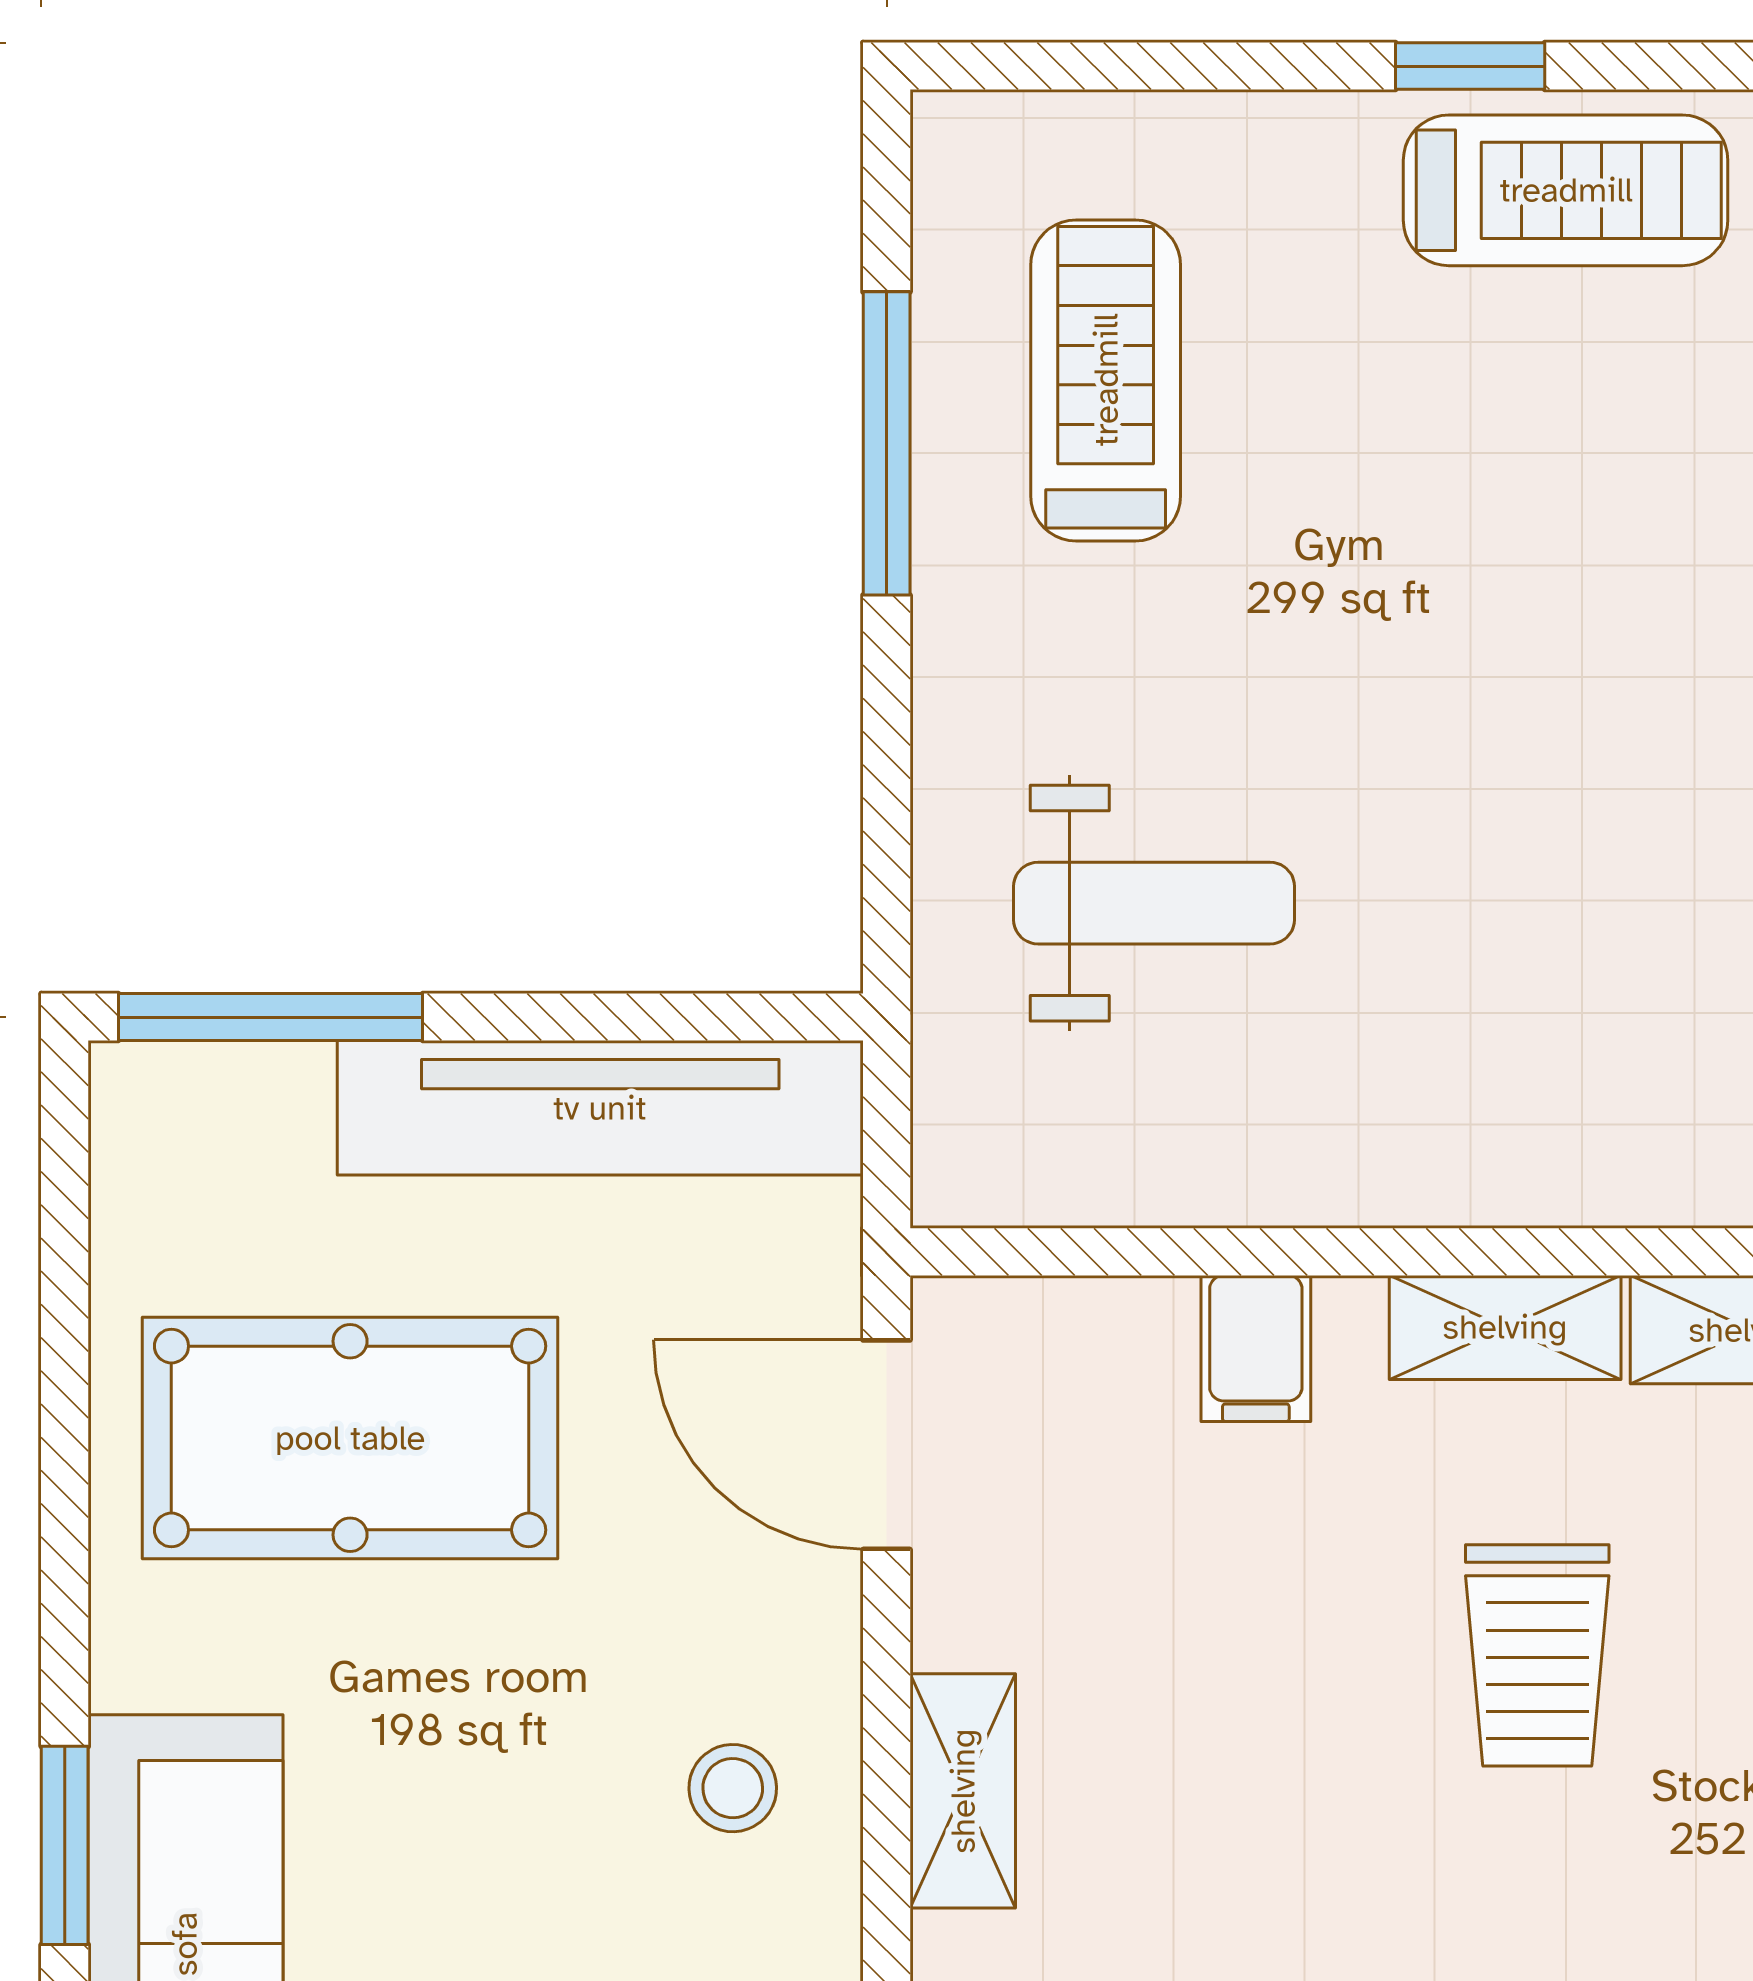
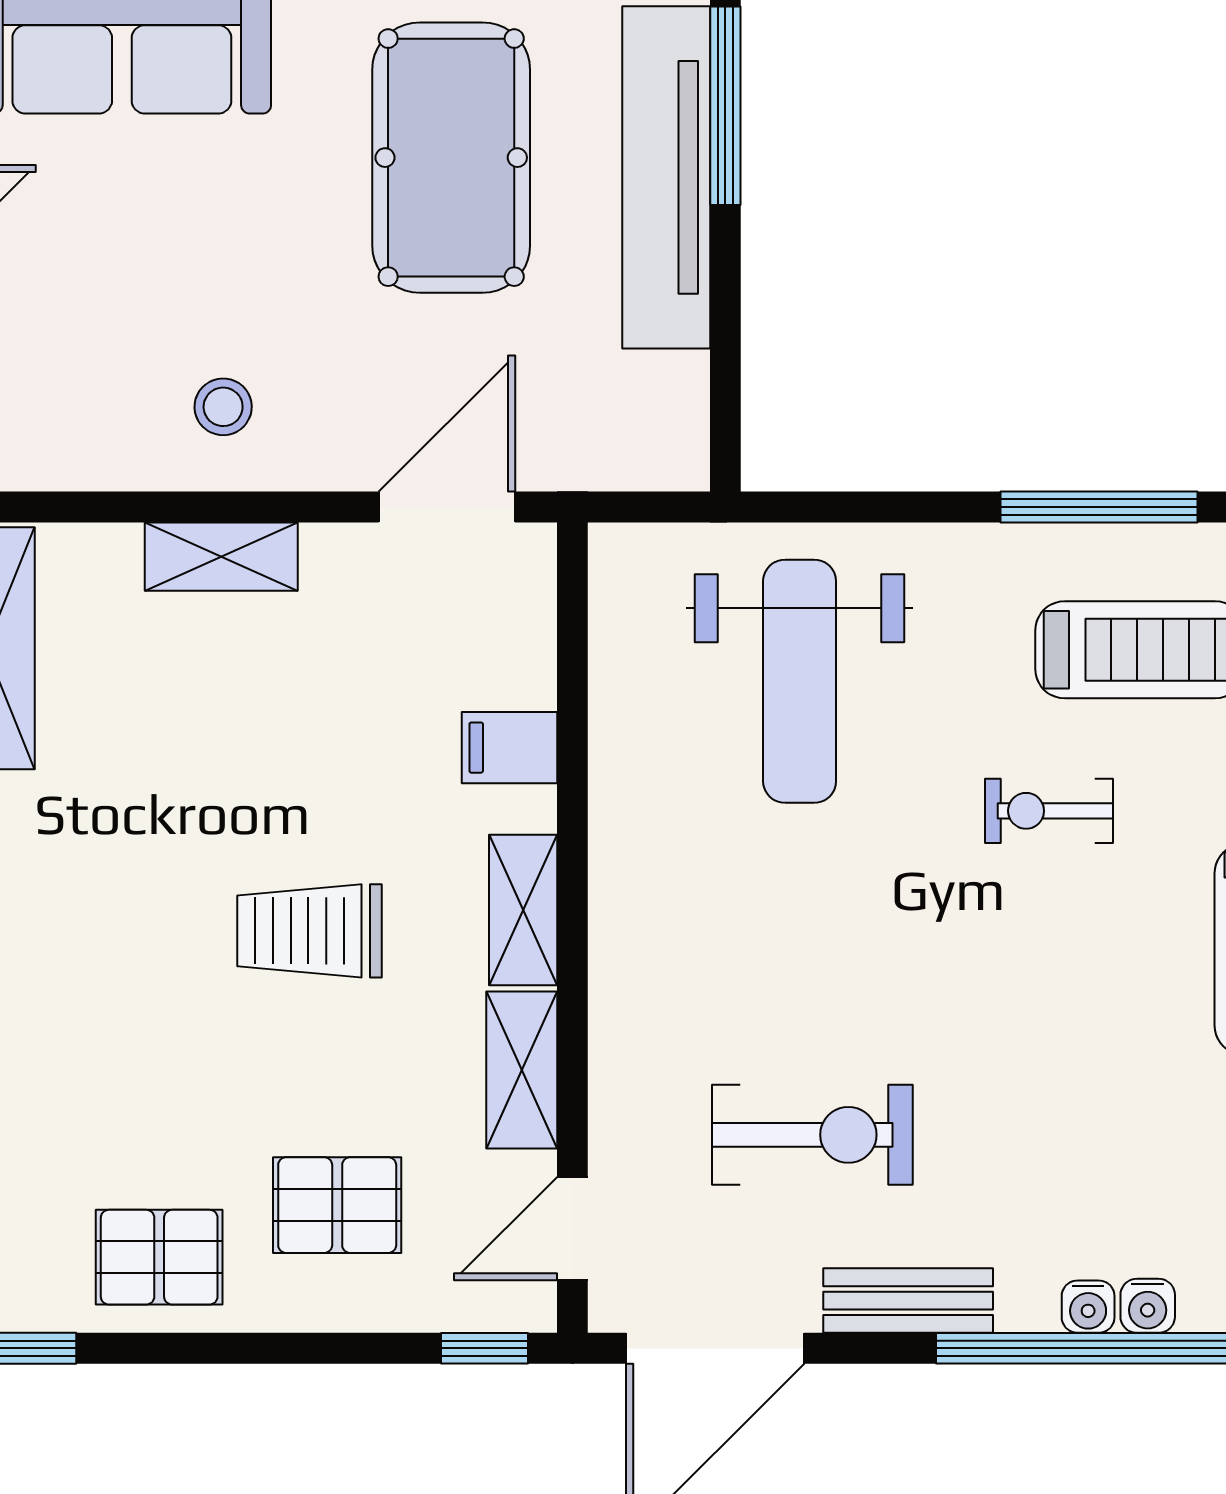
exercise bike: (1353, 520) -> (1049, 811), added
weight bench: (1154, 903) -> (800, 681), width x1.36, depth x1.33
tv unit: (600, 1108) -> (666, 177), moved

